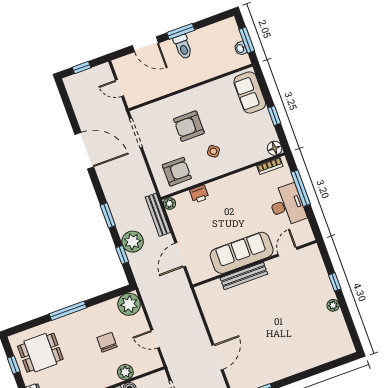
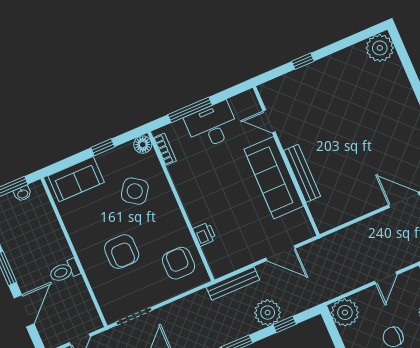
toilet: (183, 47) -> (64, 271), moved, turned 180
side table: (213, 151) -> (135, 191), moved, width x1.87, depth x1.87
plant: (169, 204) -> (218, 270), removed
plant: (333, 305) -> (380, 48), moved, width x1.87, depth x1.87

